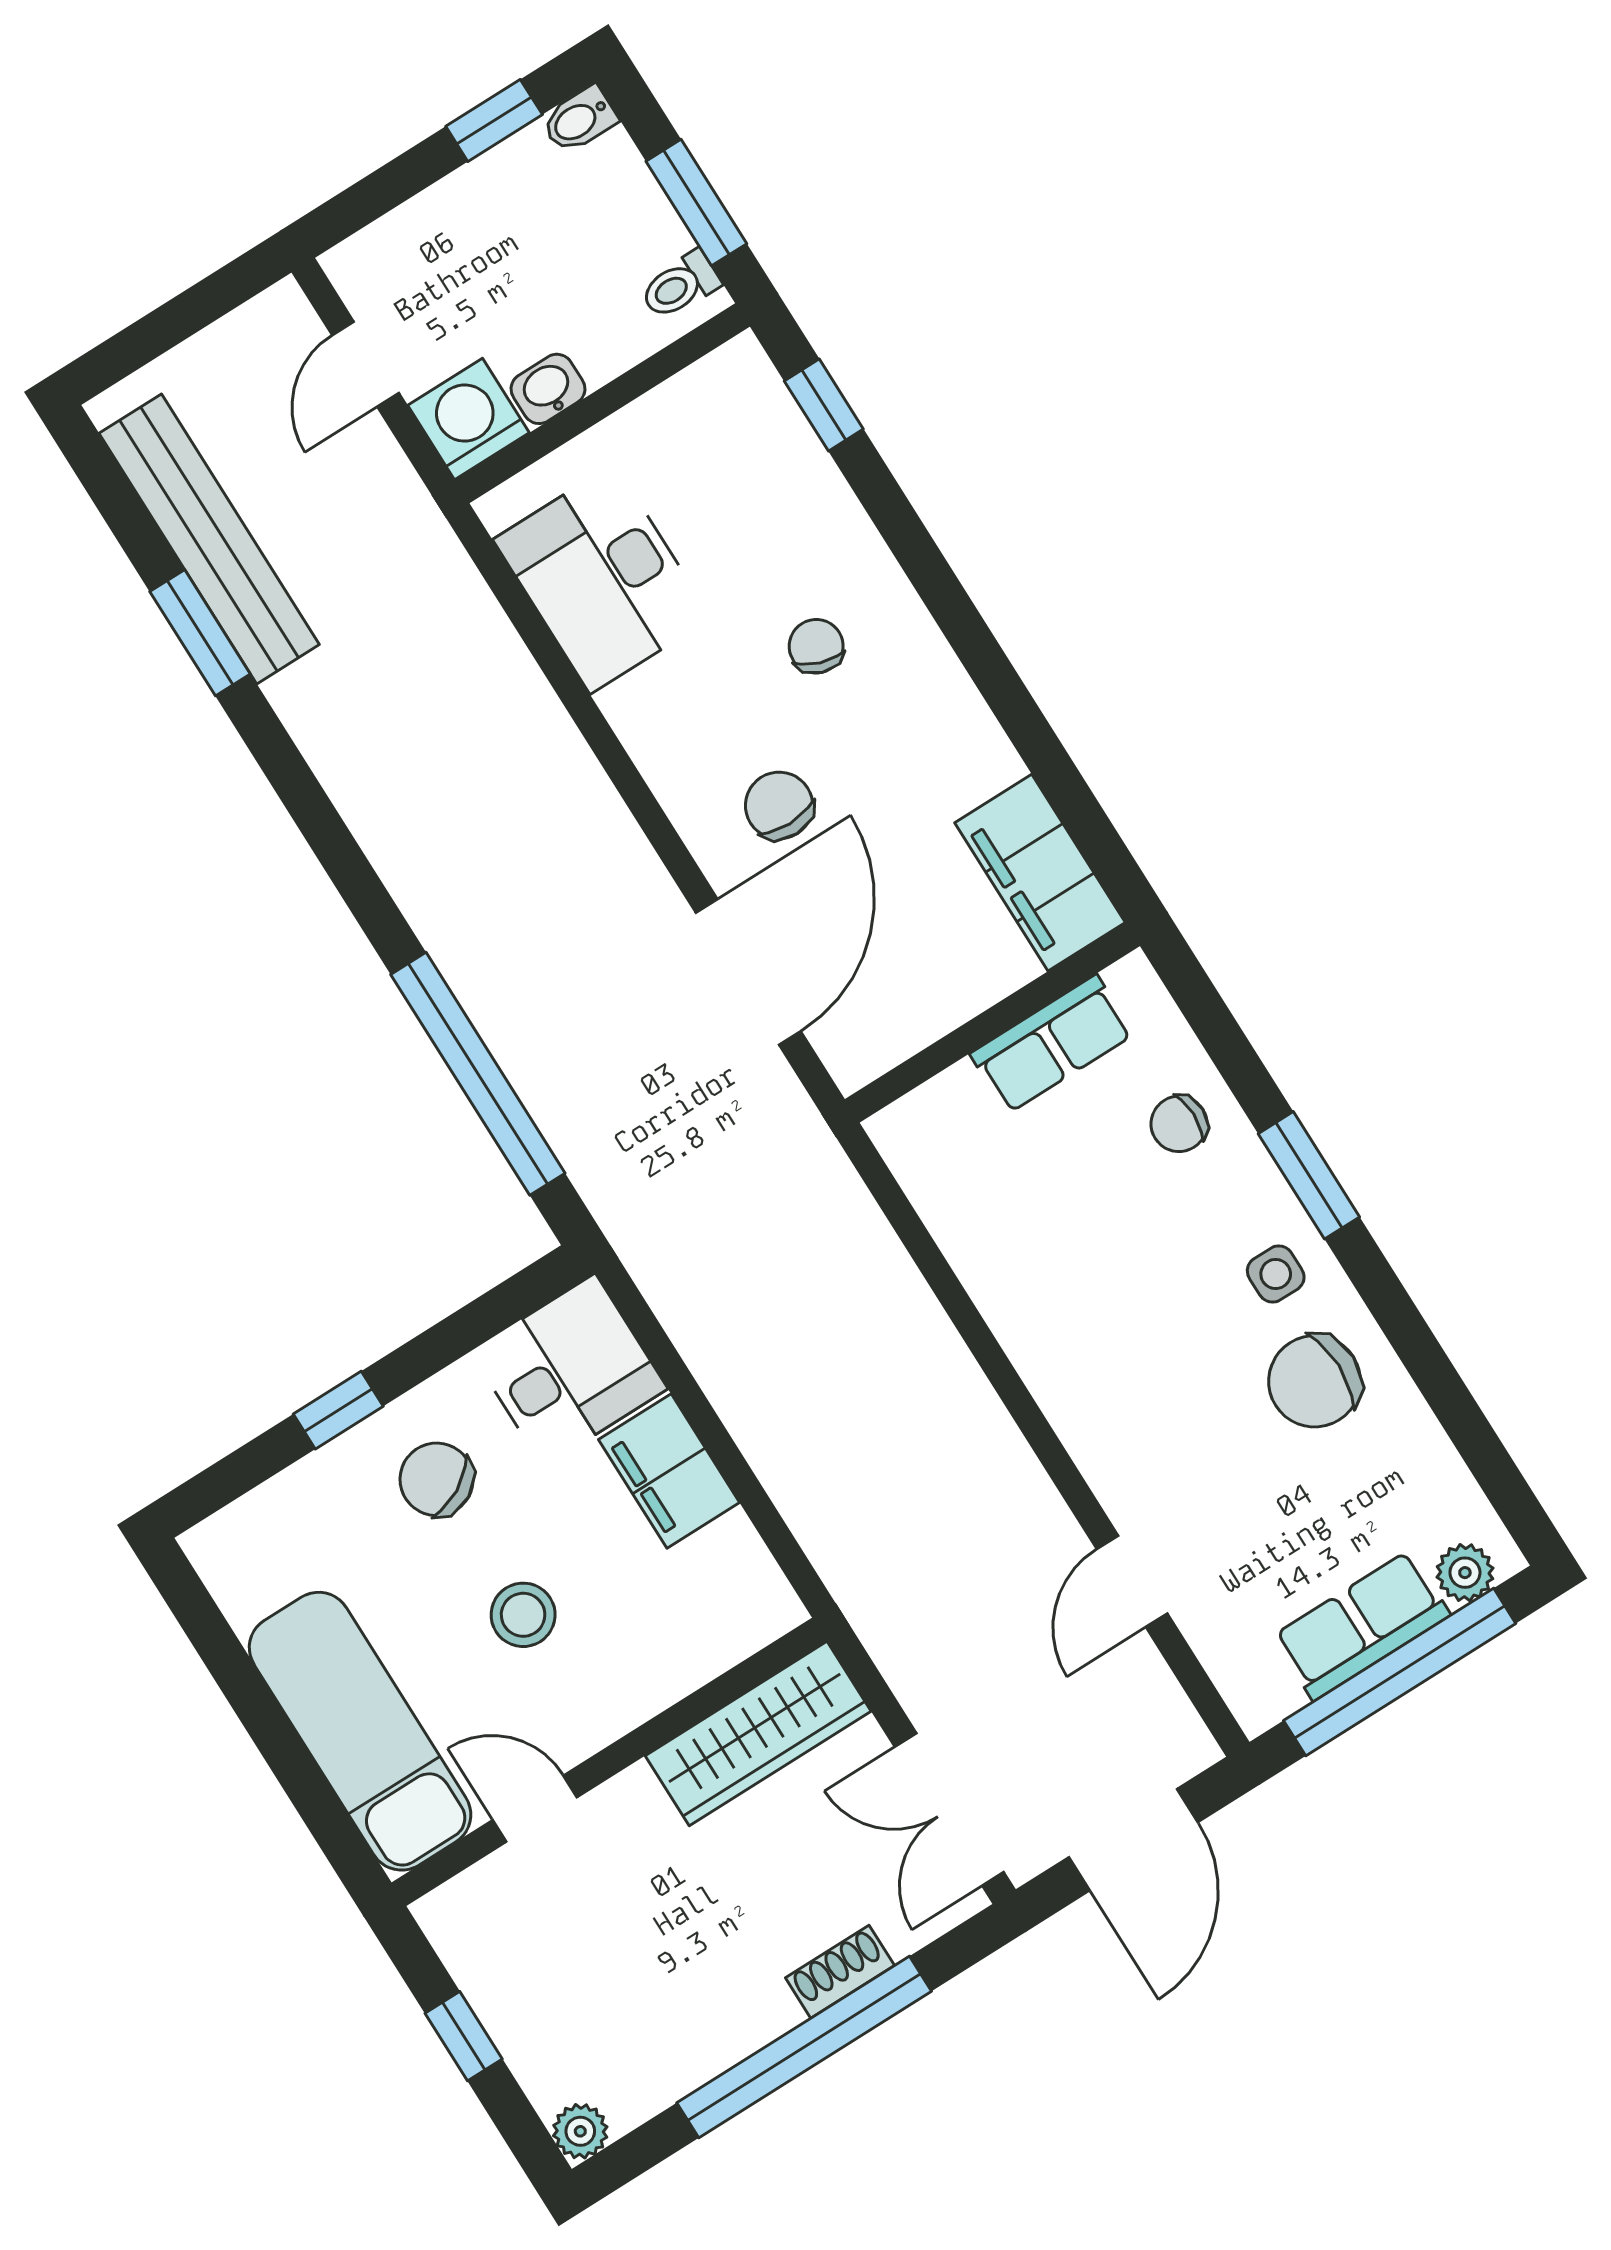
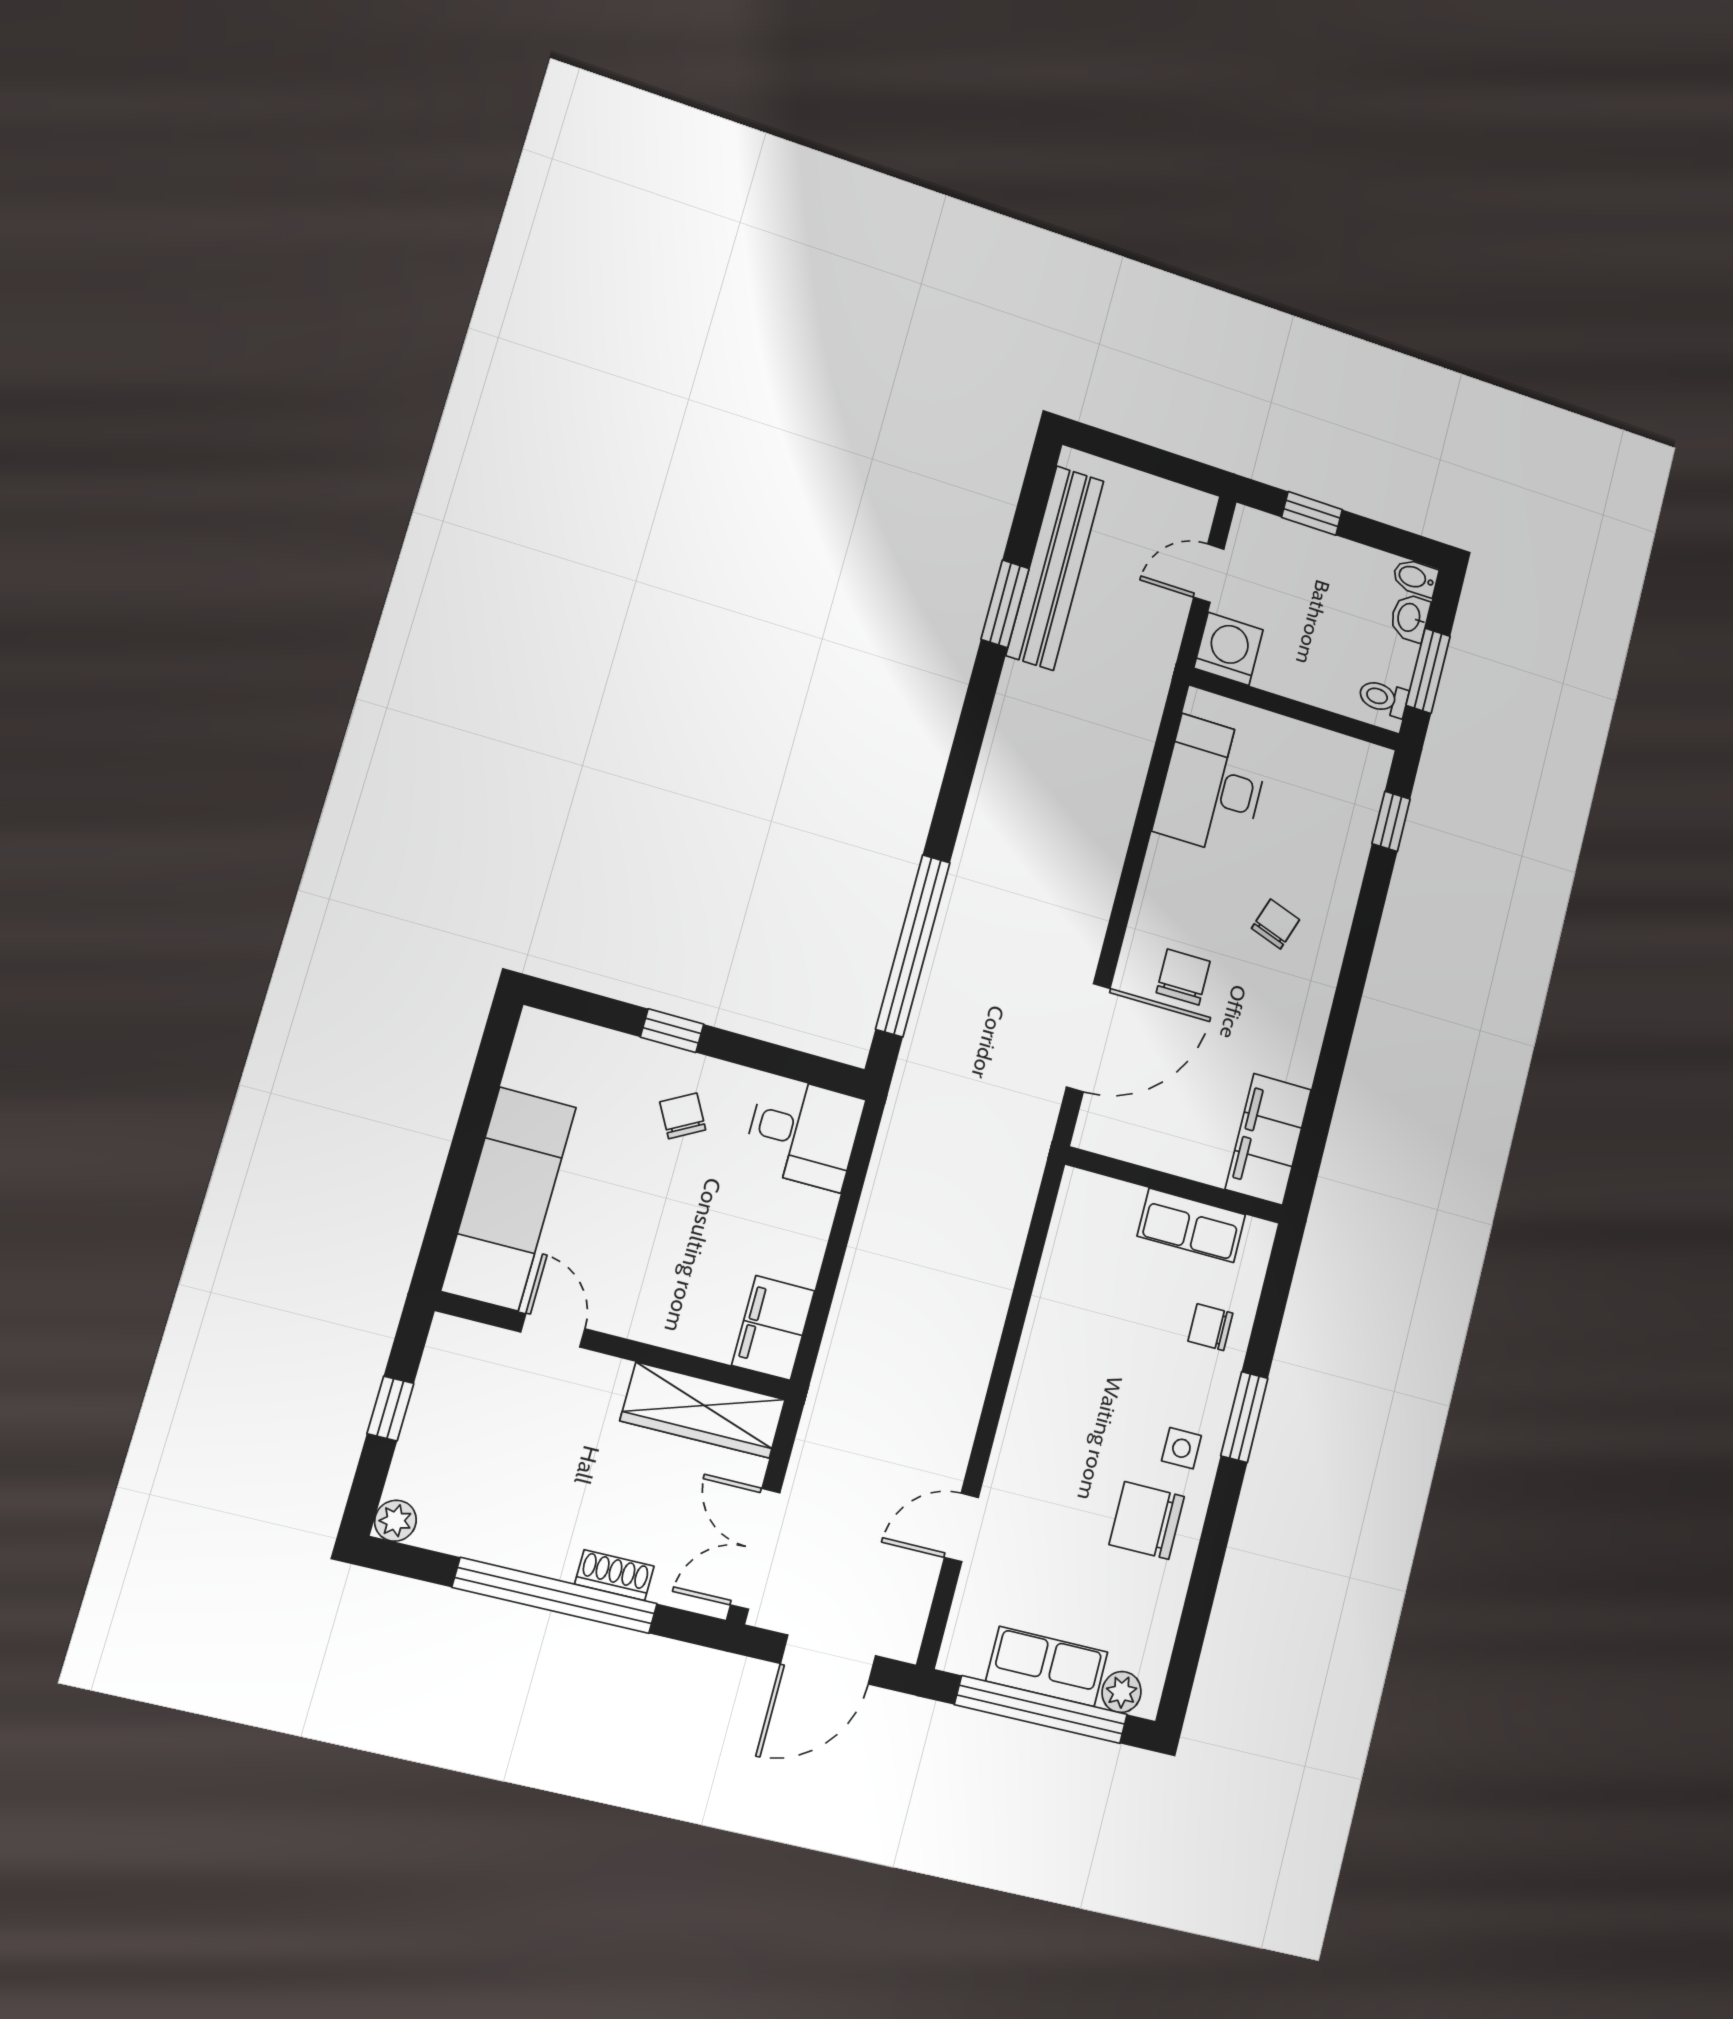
window: (494, 120) -> (1312, 513), moved
washbasin: (548, 389) -> (1410, 618), moved, turned -90
filing cabinet: (669, 1471) -> (773, 1328), moved
chair: (437, 1479) -> (683, 1116), width x0.73, depth x0.73
stool: (523, 1615) -> (652, 1228), removed

